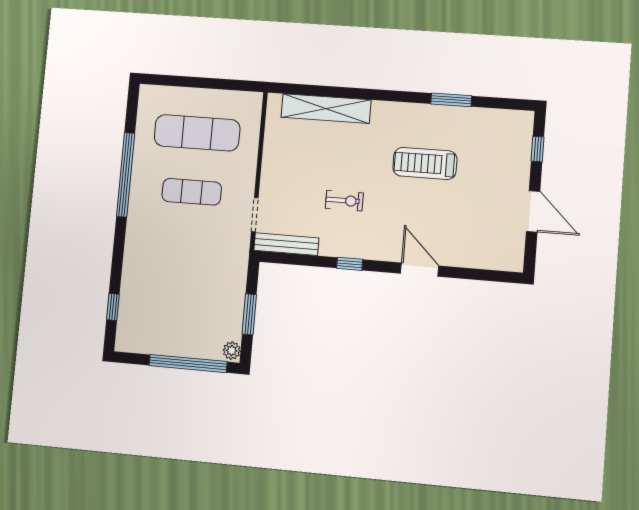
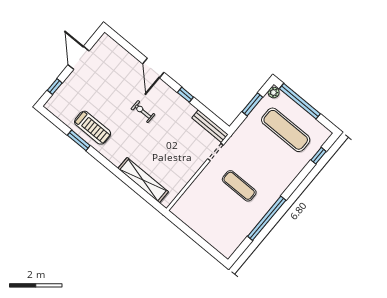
exercise mat: (197, 133) -> (286, 130), moved
treadmill: (425, 164) -> (93, 128), moved
exercise bike: (344, 201) -> (143, 112), moved

